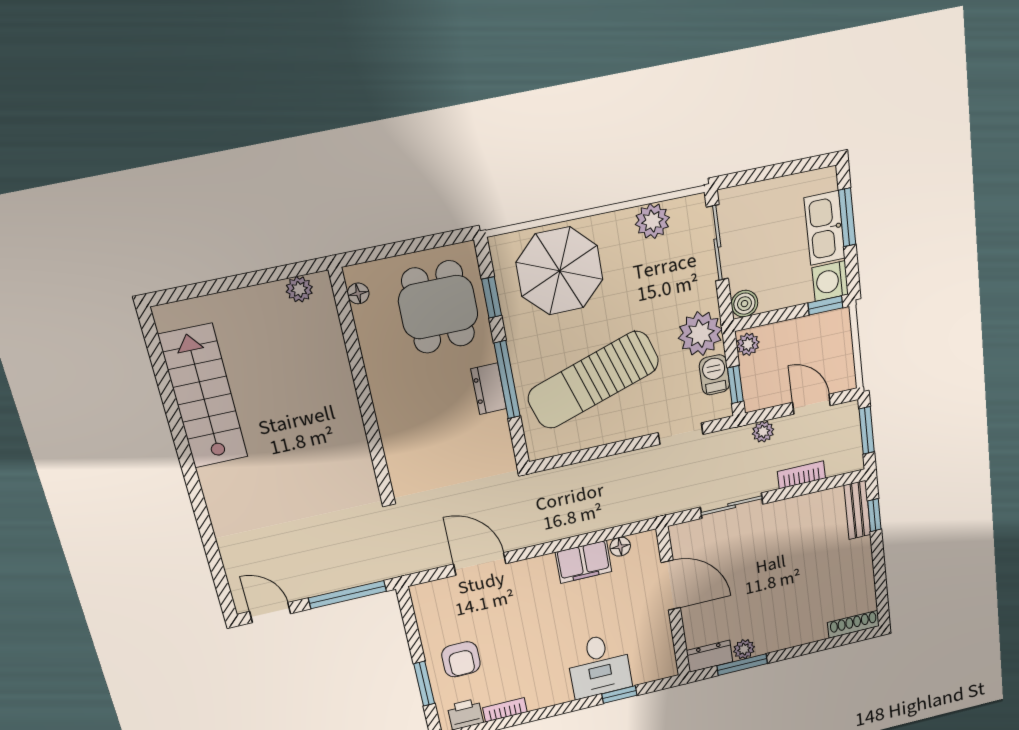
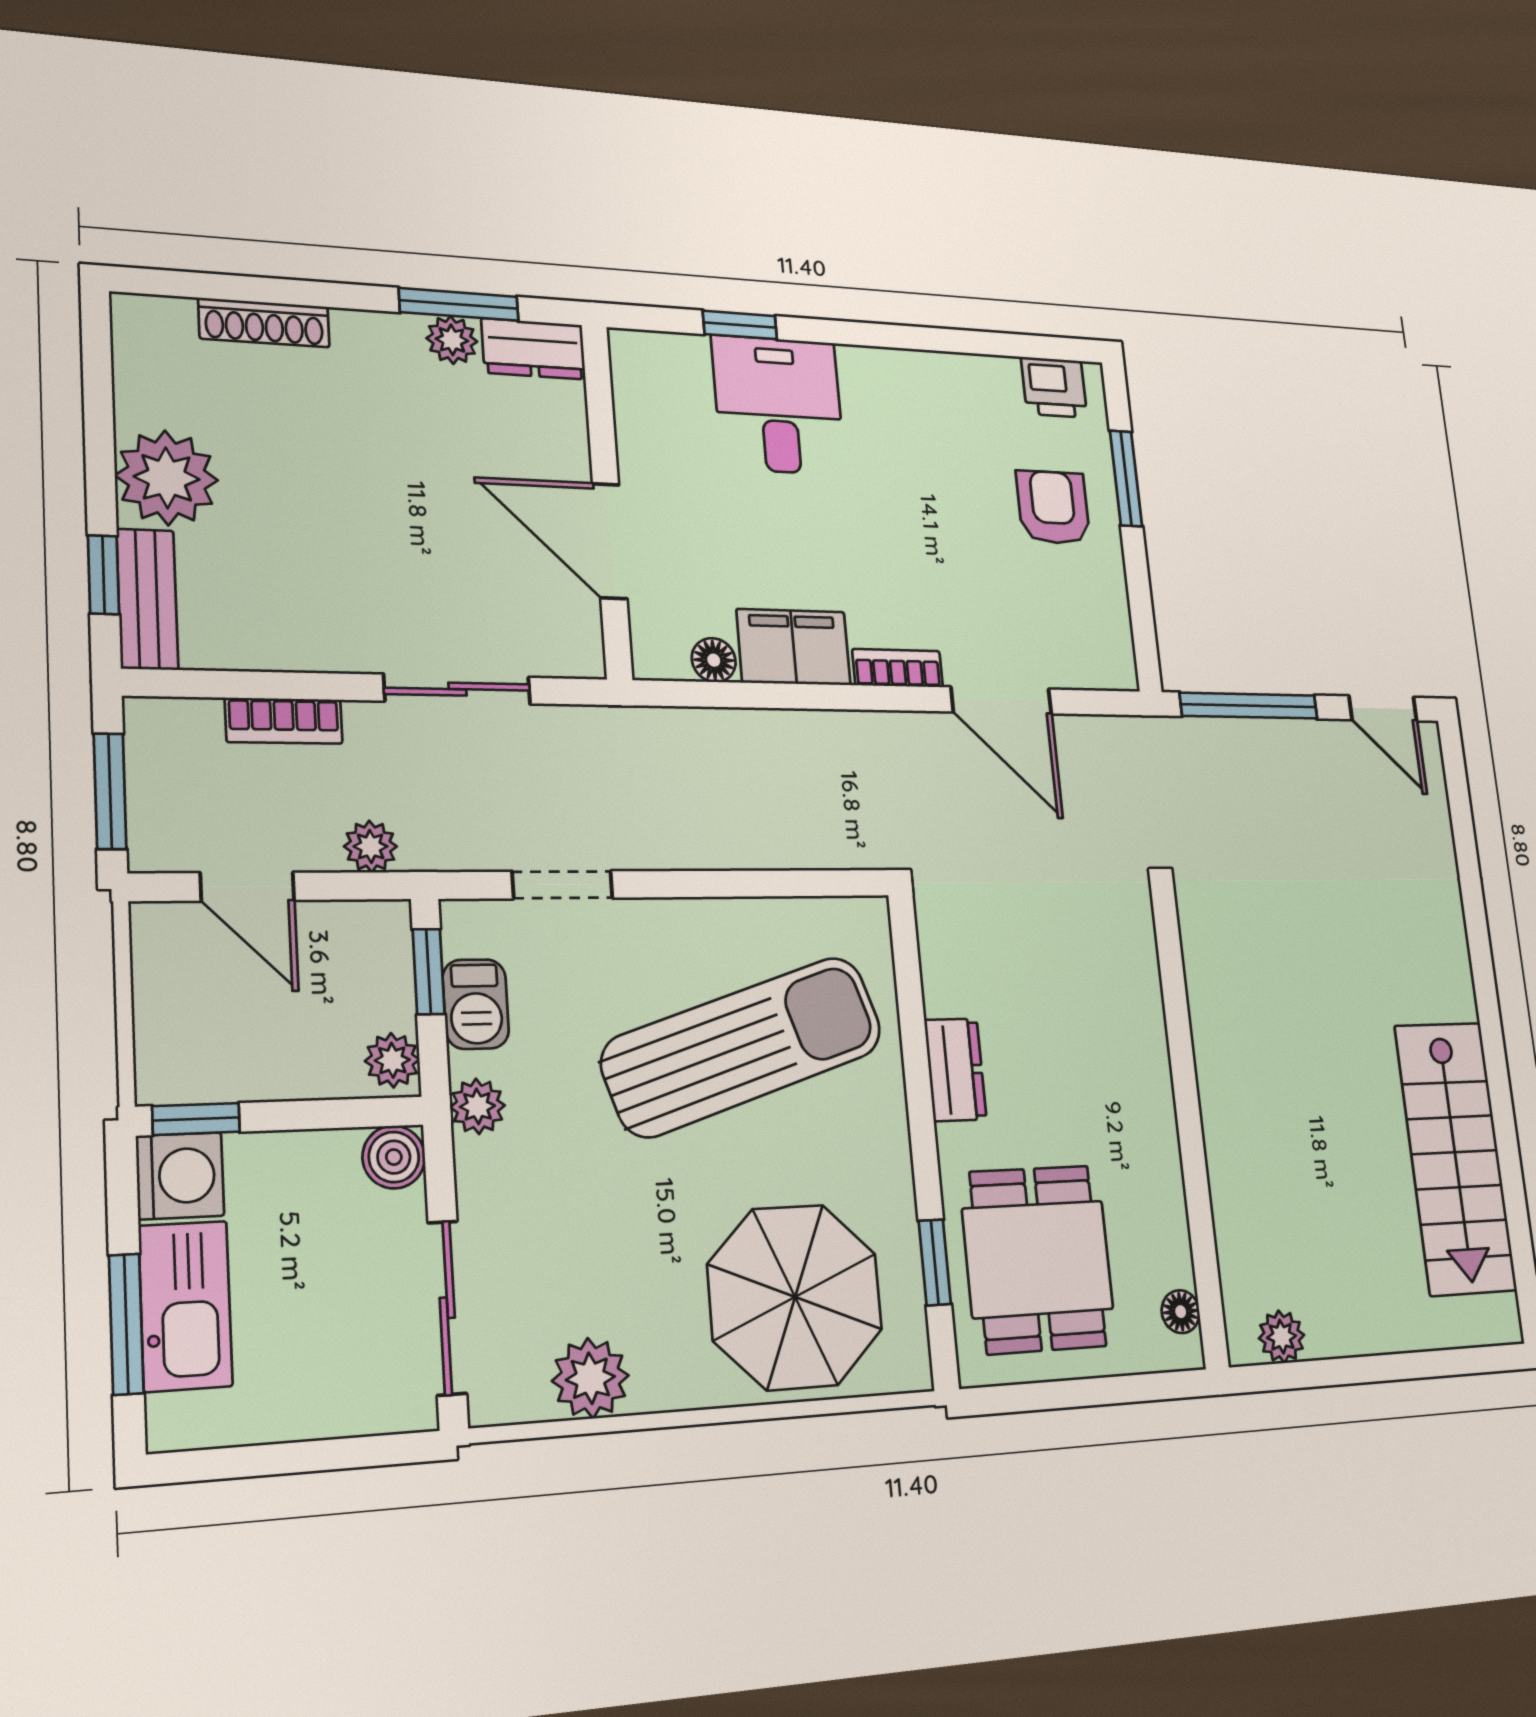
plant: (700, 334) -> (478, 1106), width x0.53, depth x0.53
window: (507, 380) -> (918, 1082), removed
plant: (853, 560) -> (167, 478), added
shoe rack: (853, 624) -> (264, 323), moved
bookcase: (505, 710) -> (898, 668), moved, turned 180

